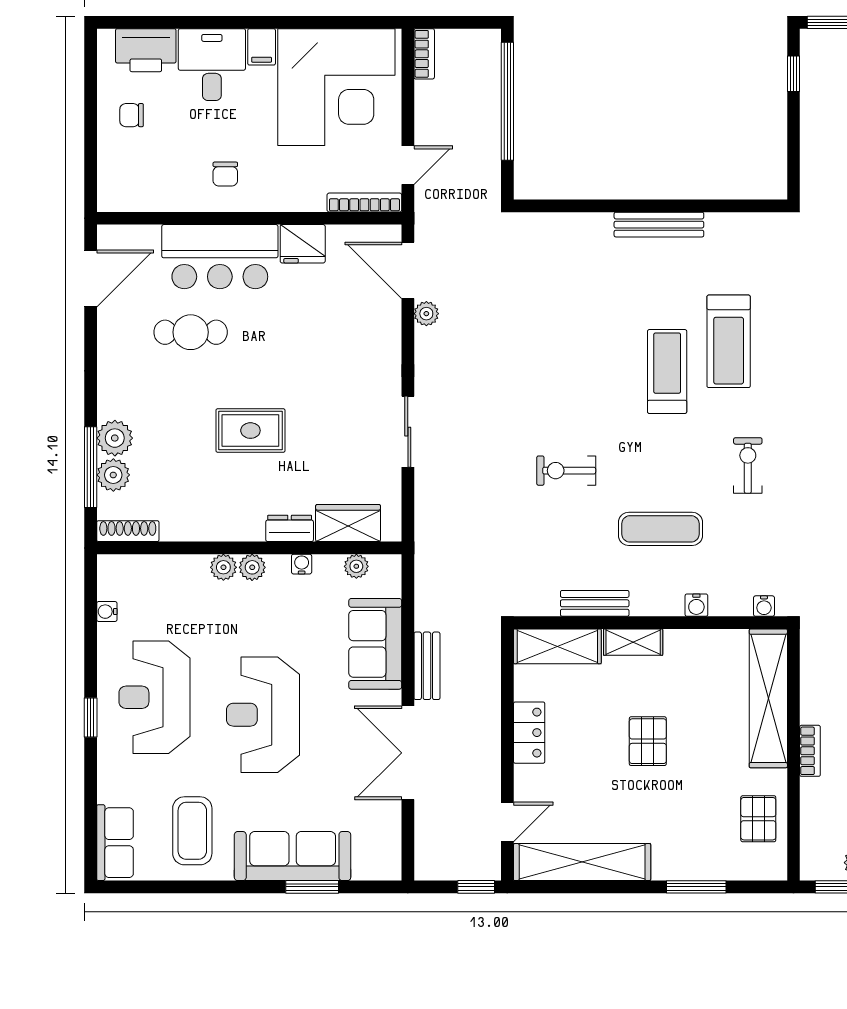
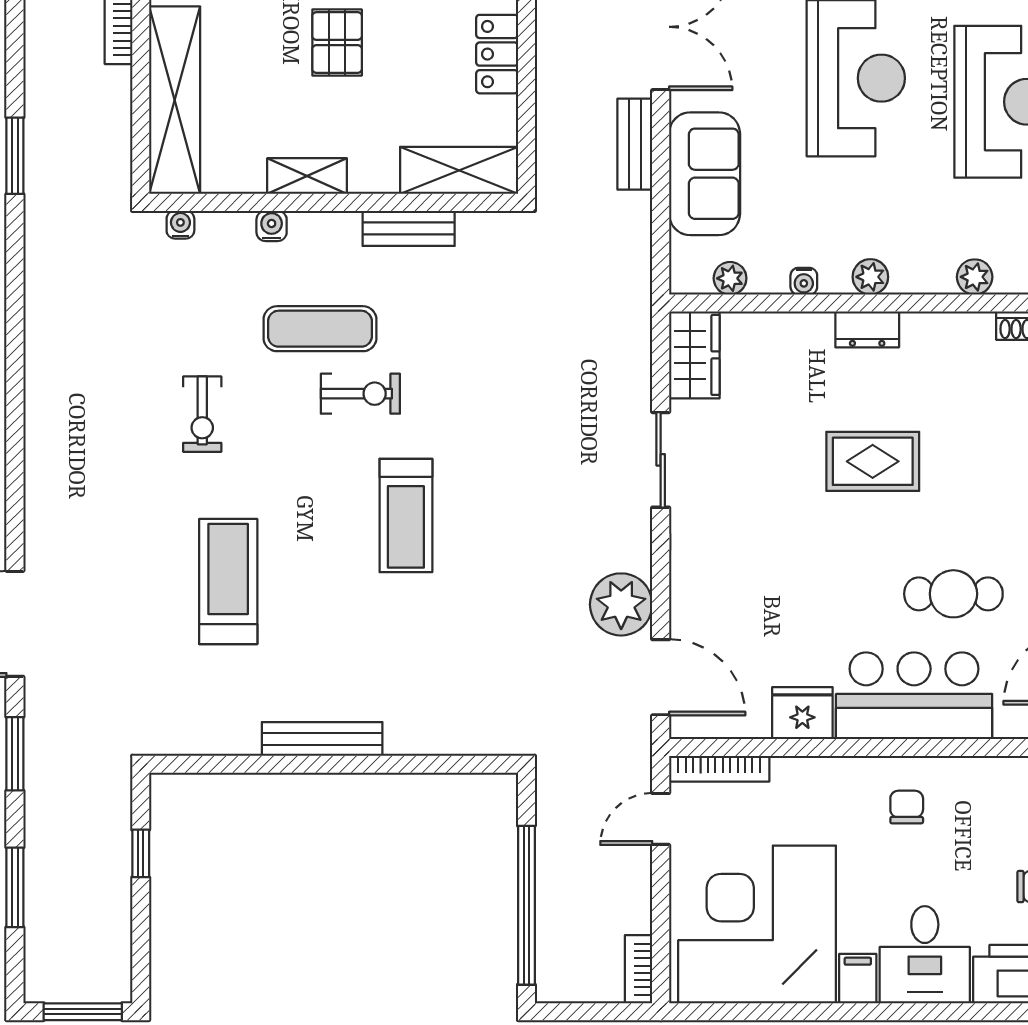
window: (793, 74) -> (141, 853), moved
plant: (426, 314) -> (621, 604), width x1.87, depth x1.87
treadmill: (667, 371) -> (406, 515), moved
exercise bike: (566, 471) -> (360, 394), moved
wardrobe: (348, 523) -> (694, 355), moved, turned -90
dresser: (290, 528) -> (867, 329), moved
plant: (223, 567) -> (975, 277), moved
shelving: (633, 642) -> (307, 176), moved

